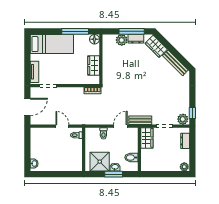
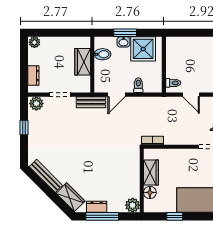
window: (75, 31) -> (175, 216), width x0.46
floor lamp: (94, 39) -> (150, 192), moved
plant: (122, 40) -> (133, 205), moved
window: (192, 113) -> (24, 128), moved
wardrobe: (147, 138) -> (83, 62), moved

